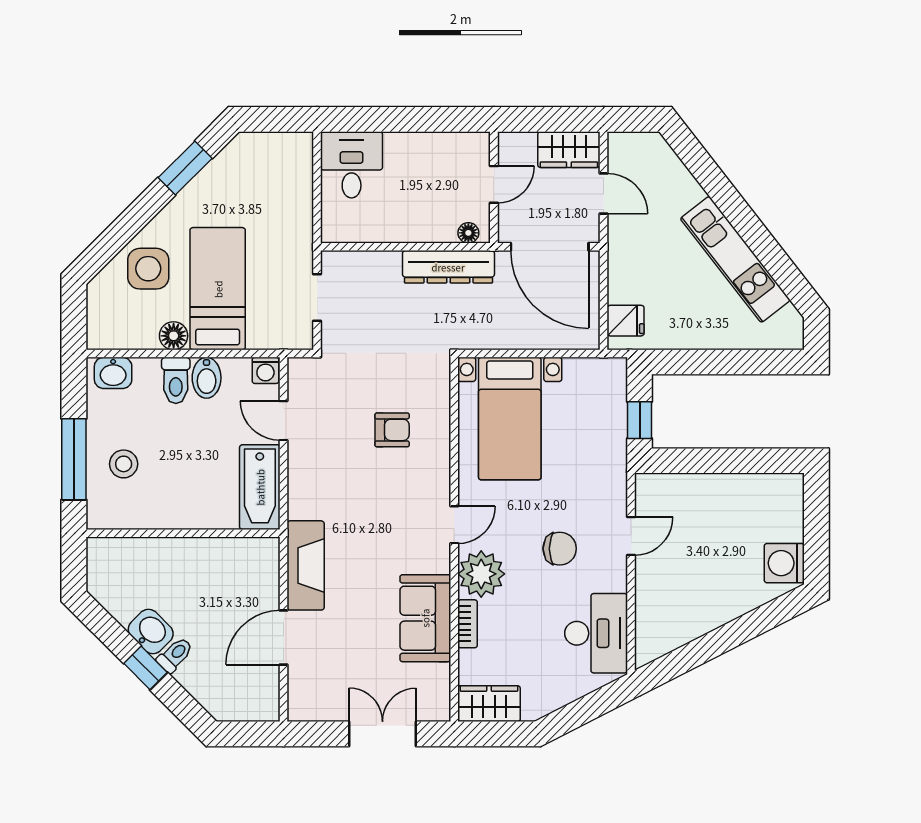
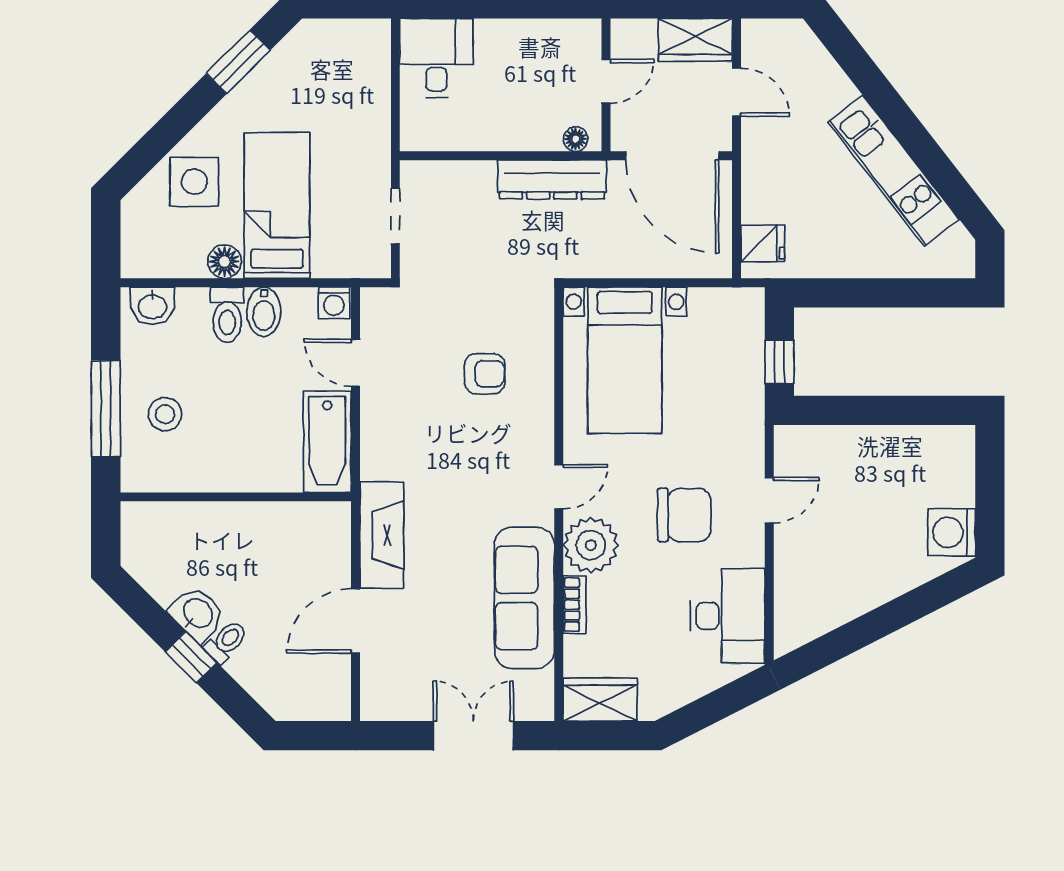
chair: (560, 549) -> (684, 515), width x1.37, depth x1.37
sofa: (425, 618) -> (524, 598), width x1.36

